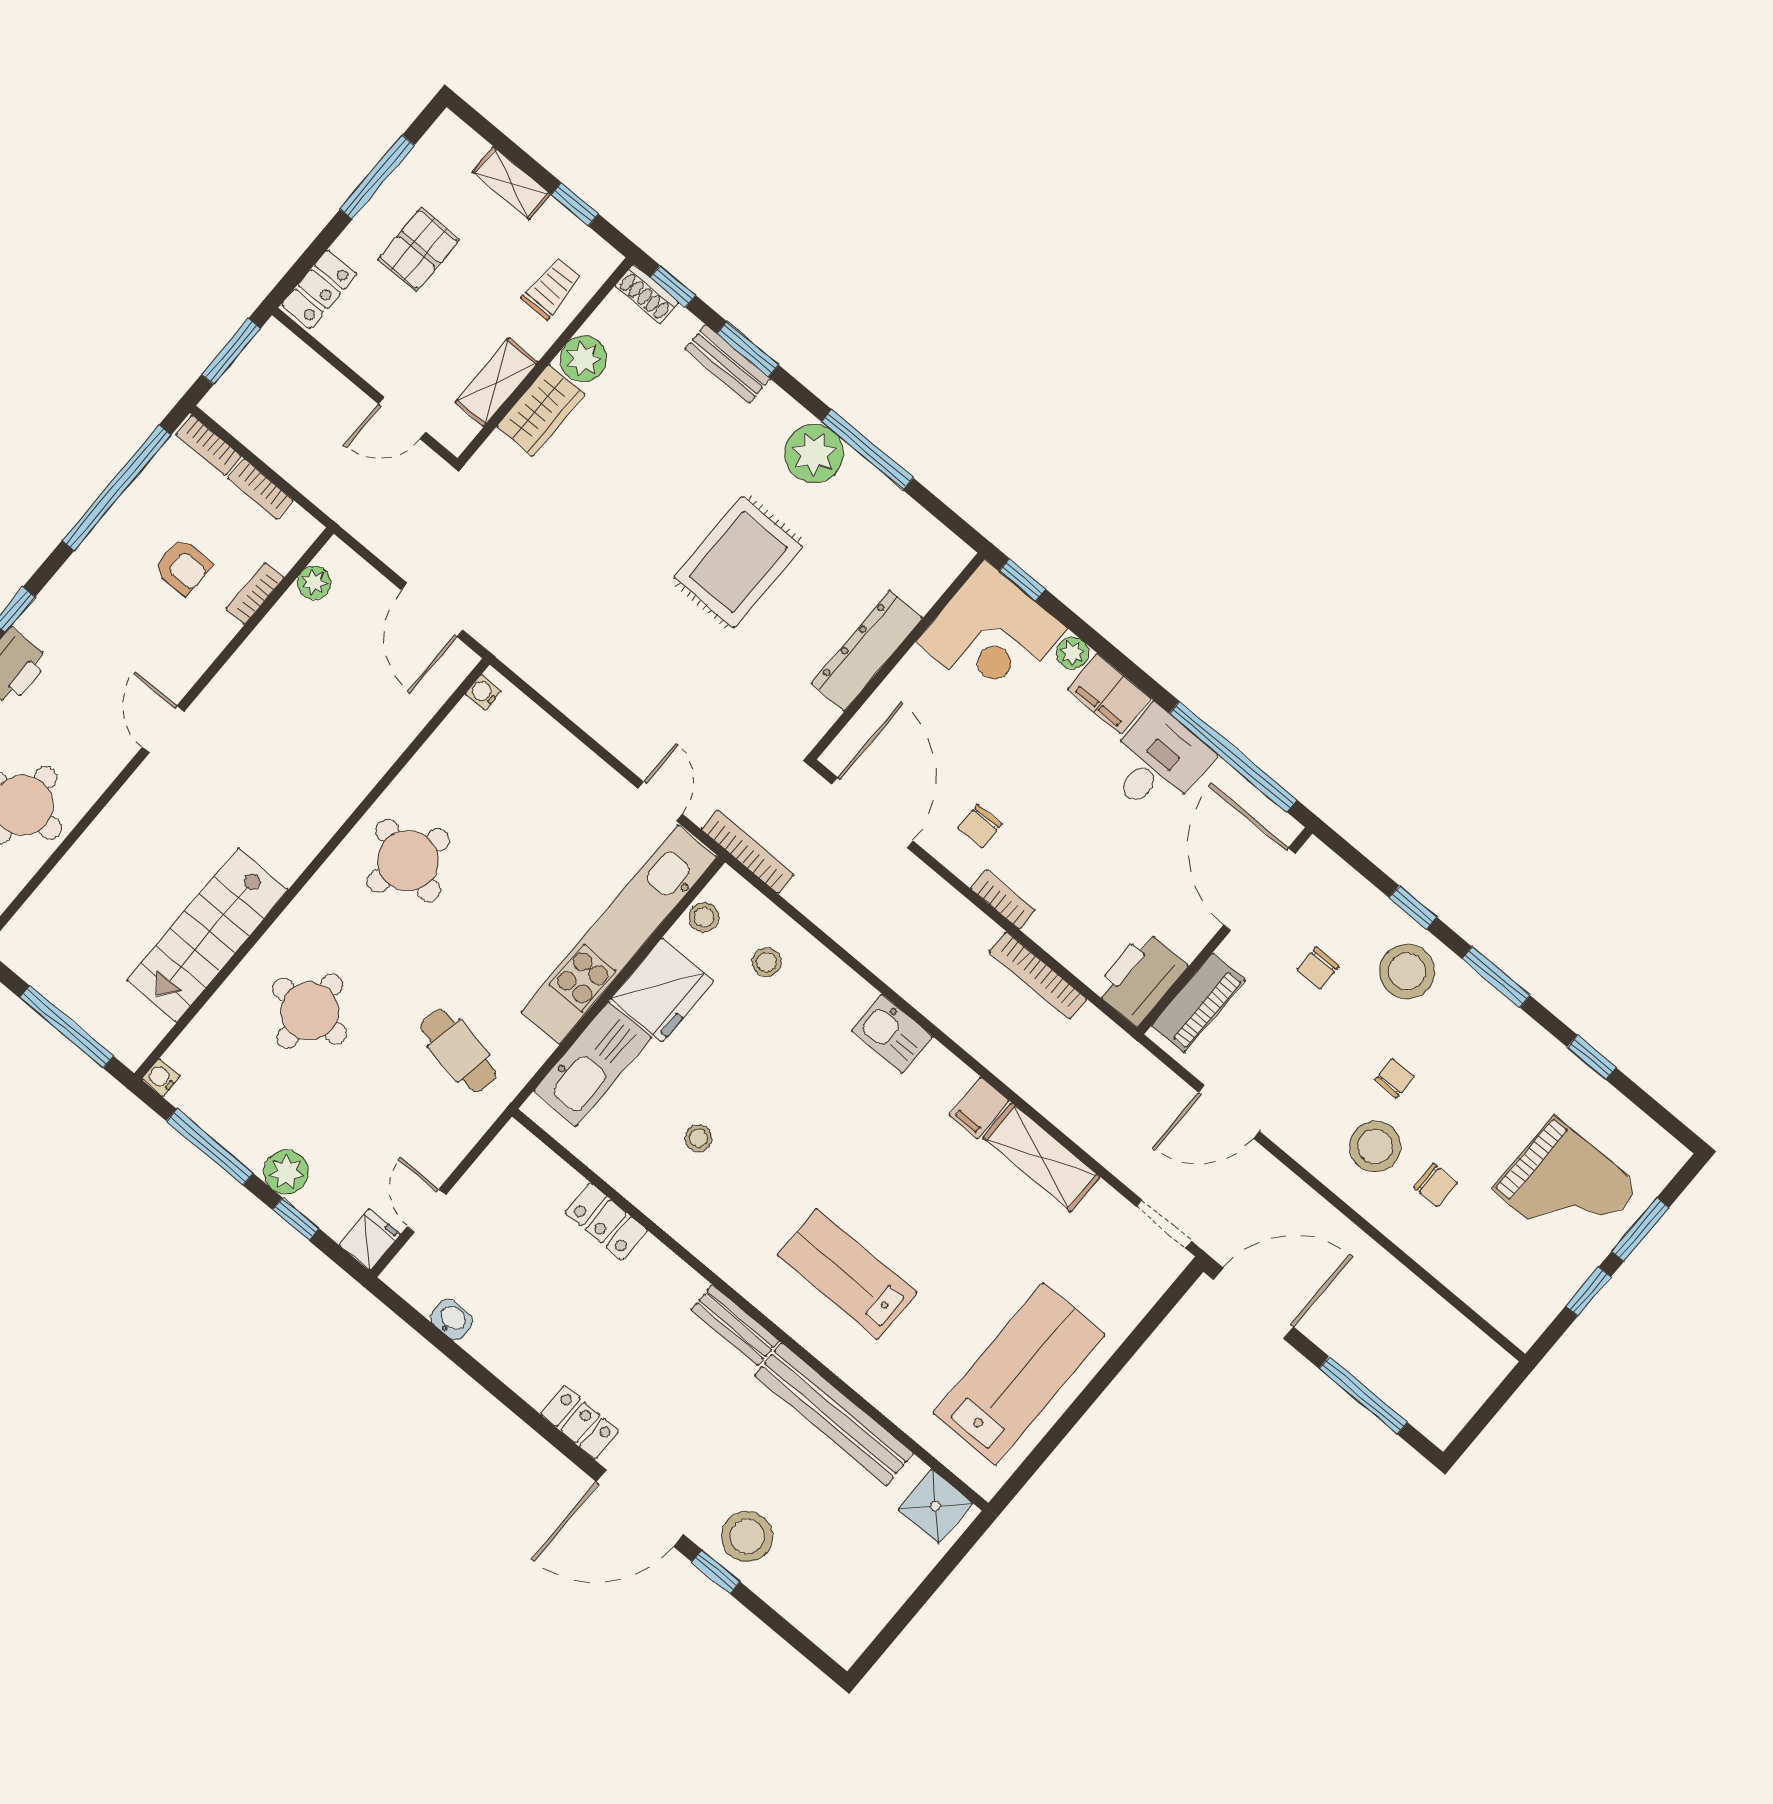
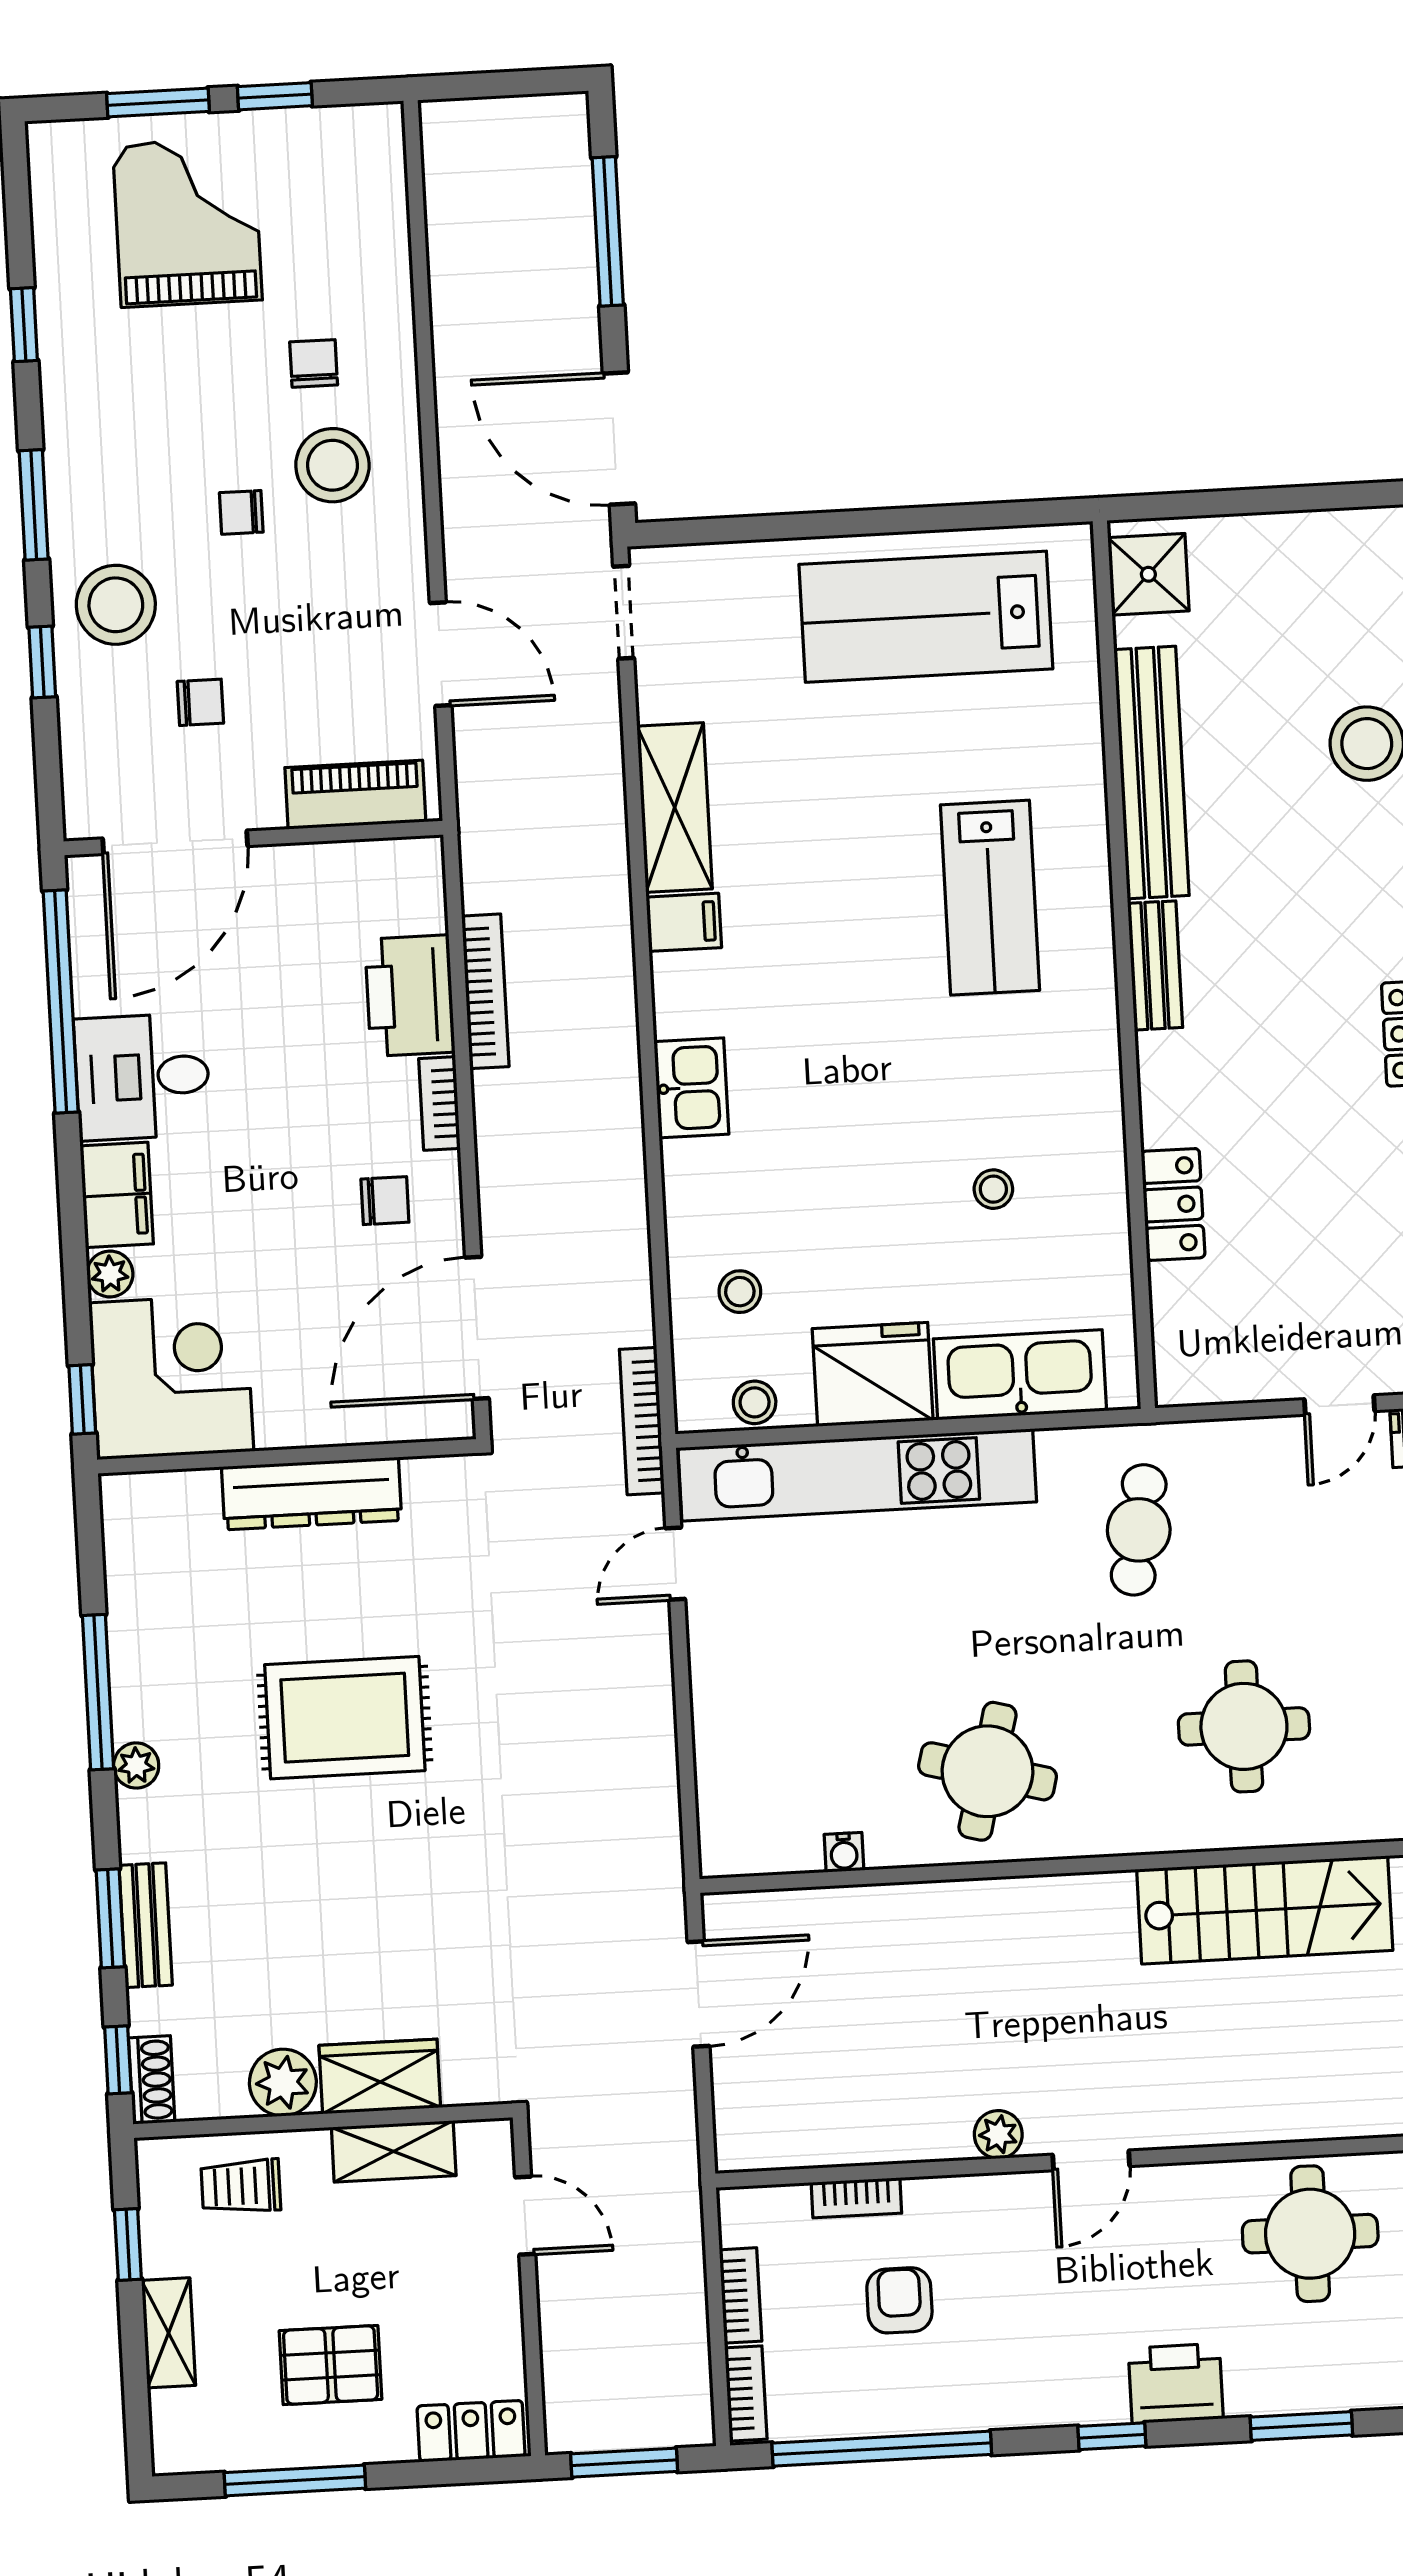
plant: (814, 454) -> (136, 1766), width x0.53, depth x0.53
plant: (314, 583) -> (998, 2134), moved
water cooler: (483, 693) -> (844, 1852), moved
printer: (1140, 978) -> (410, 996), moved, turned 90

